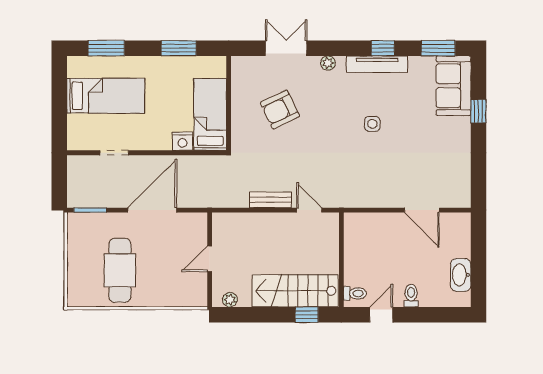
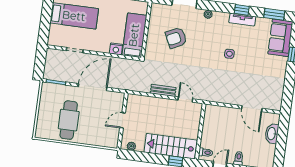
tv unit: (377, 64) -> (242, 20), width x0.71
washbasin: (461, 275) -> (272, 134), moved

